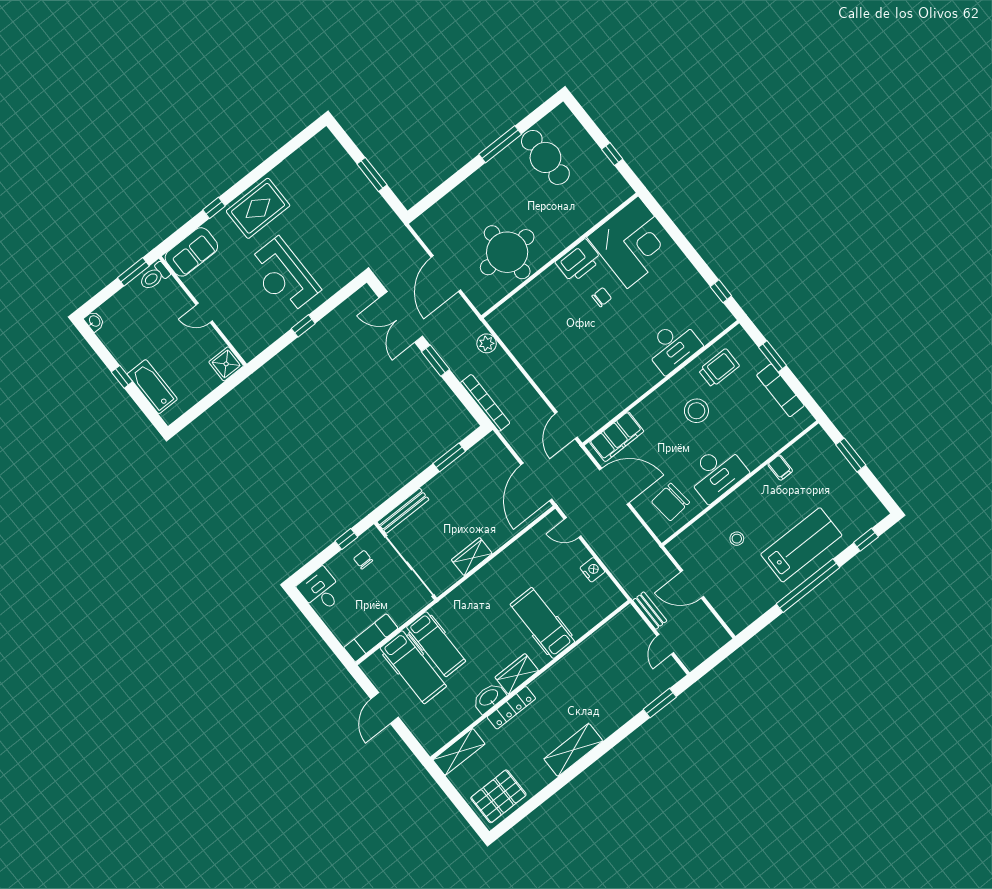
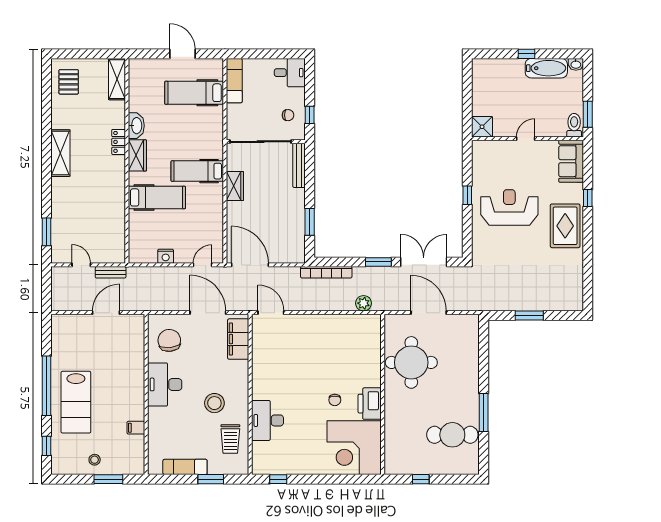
bathtub: (152, 387) -> (546, 68), moved
door: (614, 486) -> (208, 313), swing flipped
stool: (737, 539) -> (95, 460), moved
hospital bed: (436, 644) -> (197, 171), moved
locker: (511, 708) -> (119, 142), width x0.66
pallet: (498, 796) -> (69, 82), width x0.67, depth x0.71

